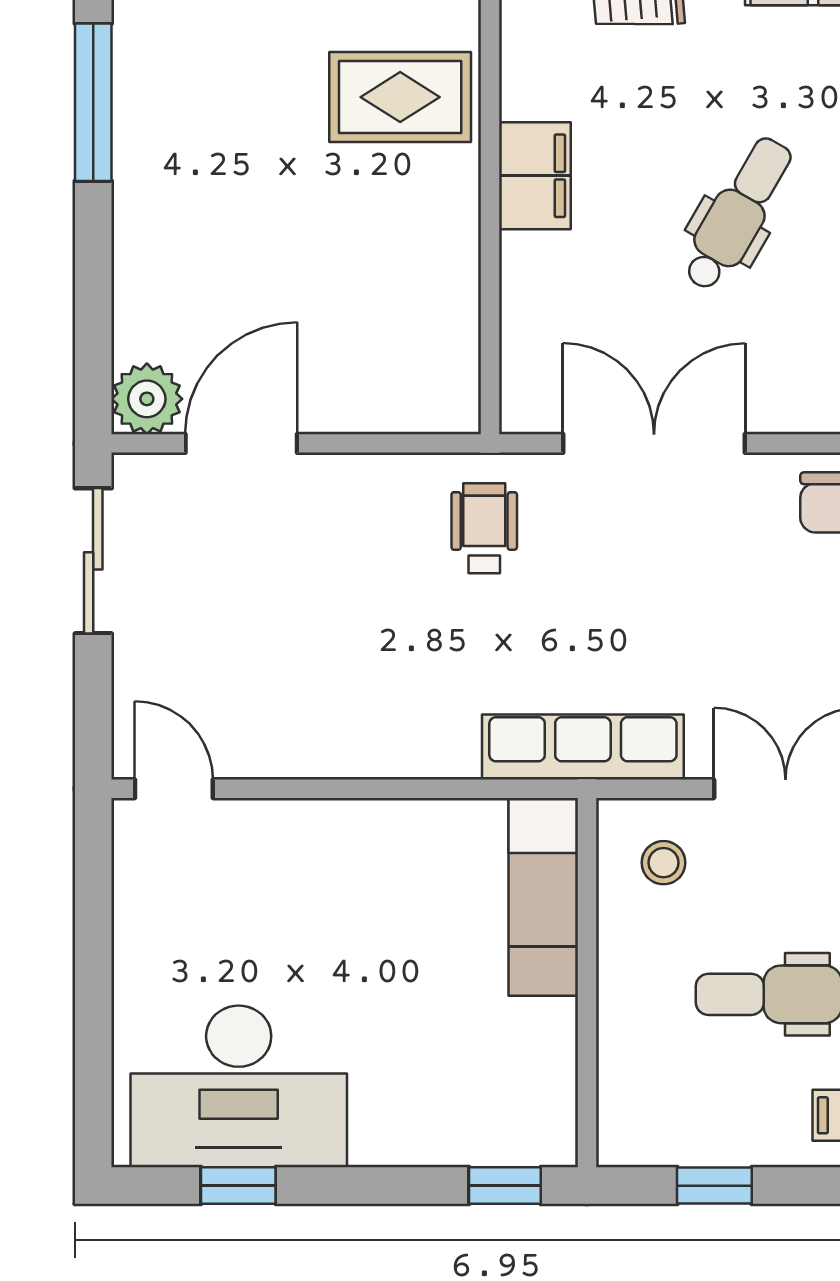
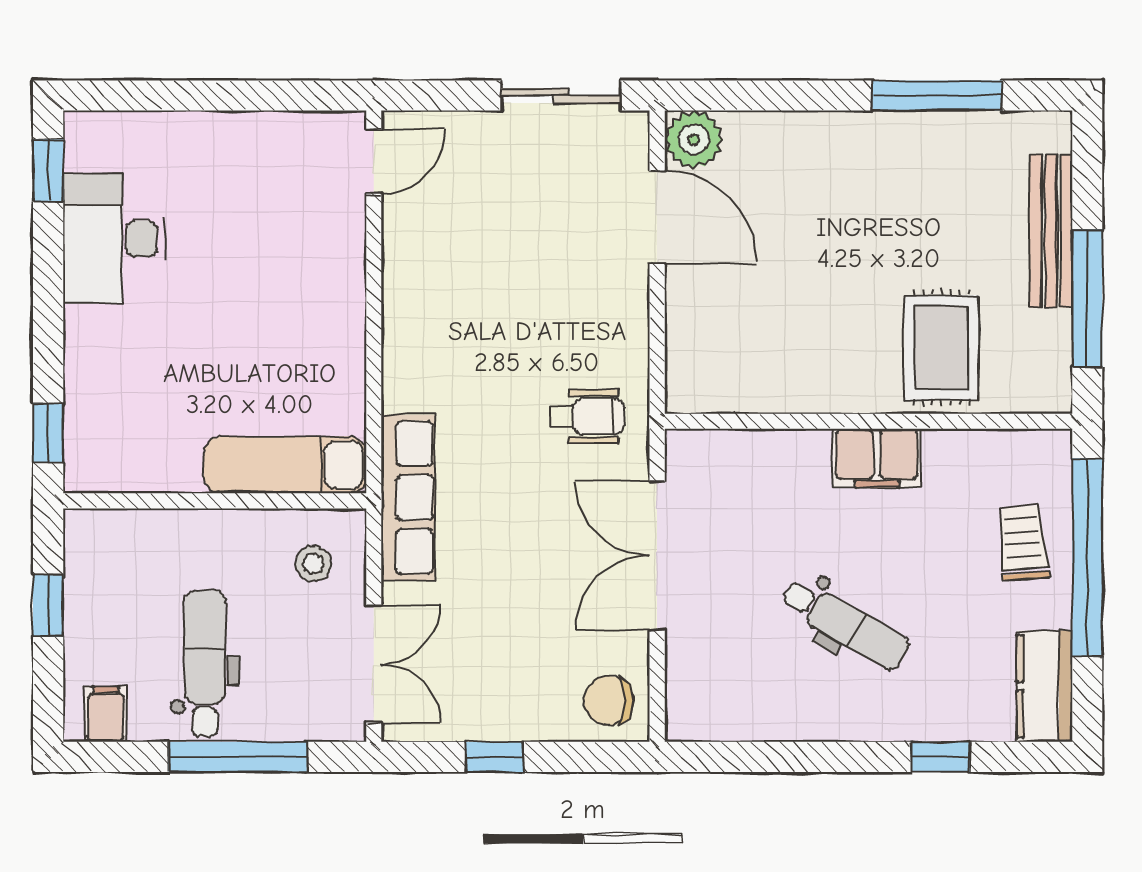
double door: (654, 443) -> (657, 556), swing flipped
desk: (239, 1086) -> (114, 239), width x0.73, depth x0.77
window: (238, 1186) -> (48, 170), moved

